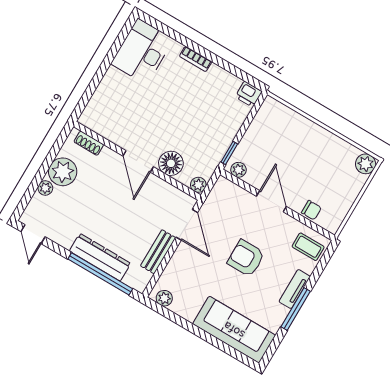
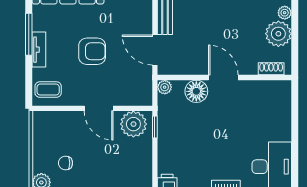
plant: (238, 170) -> (133, 124), width x1.88, depth x1.88
chair: (311, 210) -> (65, 163), moved

